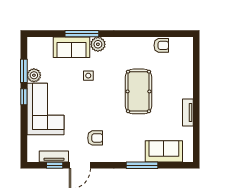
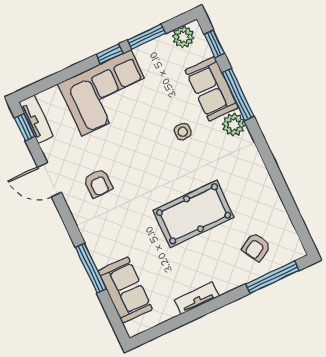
window: (46, 34) -> (214, 44), added
armchair: (161, 45) -> (256, 247), moved, turned 60
window: (196, 63) -> (272, 277), added
plant: (34, 75) -> (183, 37), moved
tv unit: (54, 156) -> (36, 119), moved
window: (55, 165) -> (25, 127), moved

